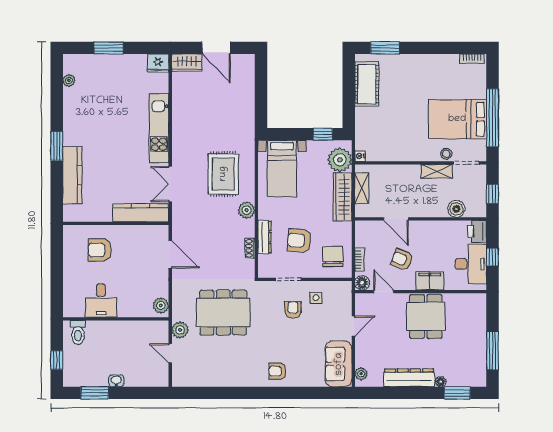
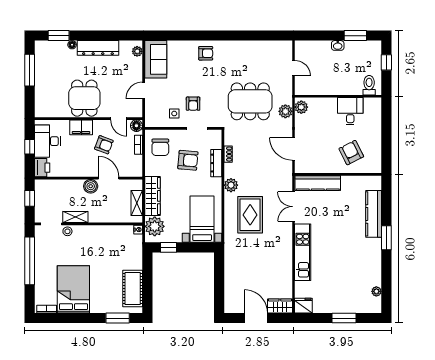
bed: (457, 119) -> (73, 289), moved, turned -90
double door: (170, 184) -> (294, 207), swing flipped
boiler: (456, 209) -> (91, 186), moved
armchair: (100, 250) -> (351, 153), turned -117
plant: (180, 330) -> (285, 111), moved

